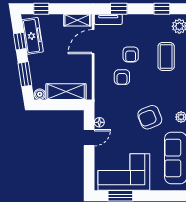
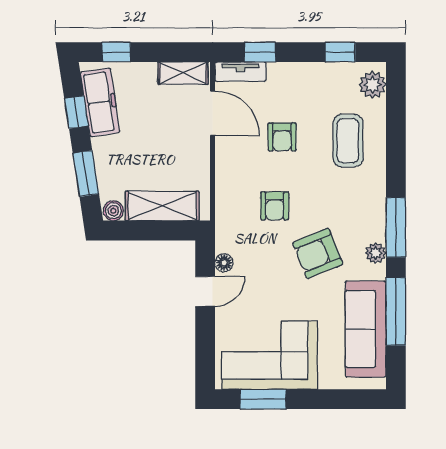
door: (93, 42) -> (213, 113), swing flipped
armchair: (122, 77) -> (275, 206), moved

